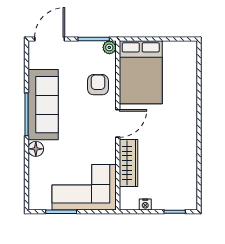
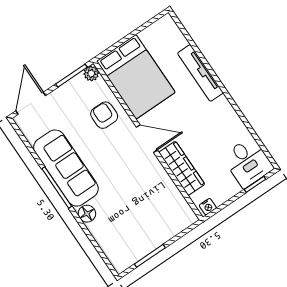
tv unit: (190, 102) -> (200, 73), added
door: (118, 123) -> (147, 139), hinge flipped
corner sofa: (84, 187) -> (156, 219), removed
desk: (180, 192) -> (248, 162), added
nightstand: (145, 204) -> (208, 207), moved

